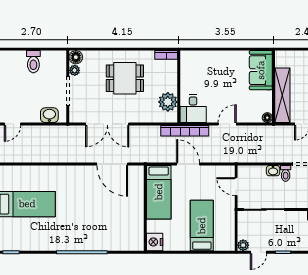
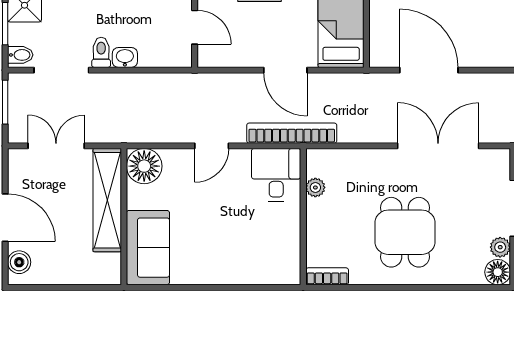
dining table: (125, 78) -> (405, 232), turned 90
plant: (168, 102) -> (315, 187), width x0.53, depth x0.53
floor lamp: (267, 118) -> (144, 166), width x1.89, depth x1.89

